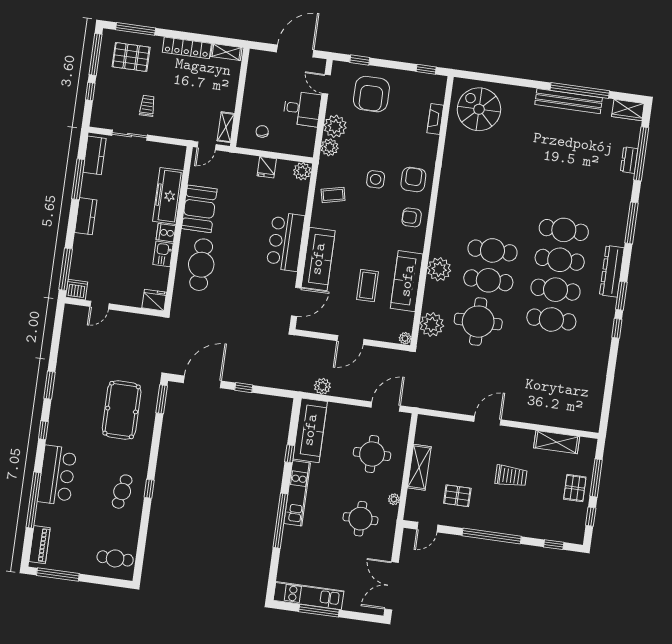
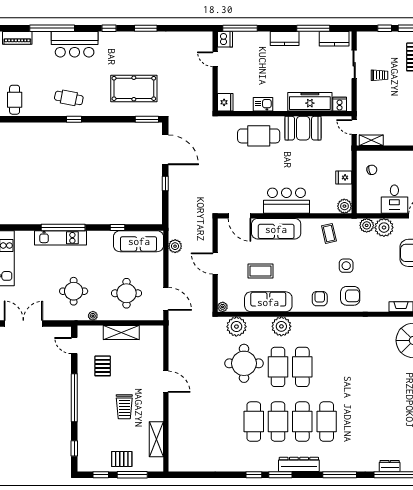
cooker: (166, 233) -> (340, 104), moved
kitchen unit: (297, 493) -> (61, 238), moved

